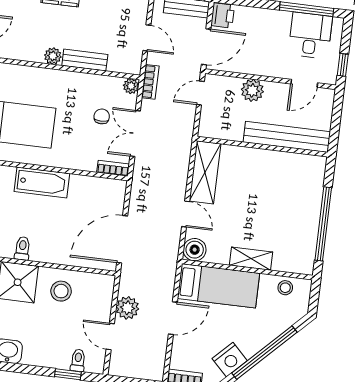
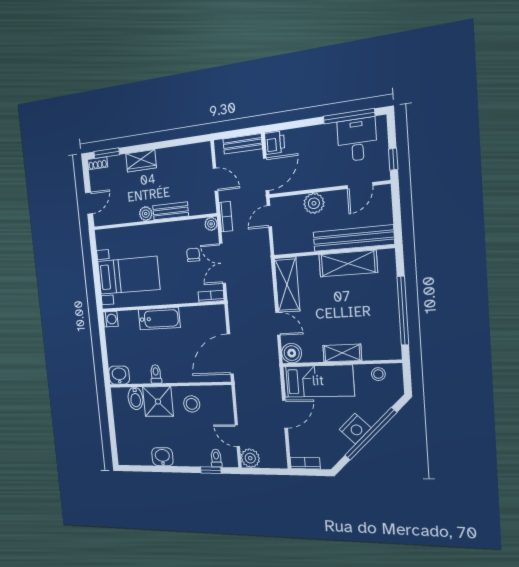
shelving: (276, 163) -> (348, 264), added
plant: (127, 308) -> (250, 458), moved
nightstand: (230, 360) -> (355, 429), moved

